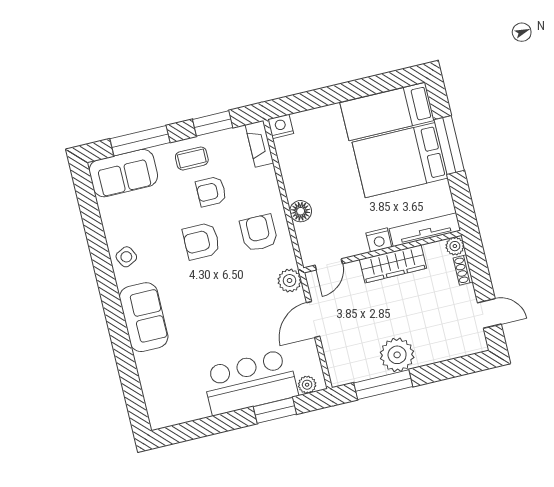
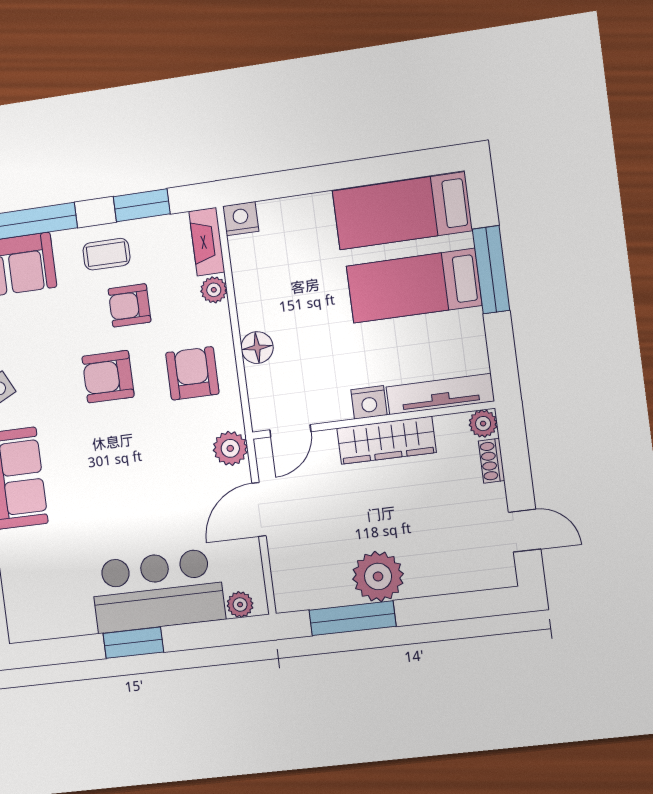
bed: (400, 160) -> (414, 286), width x0.67
plant: (267, 176) -> (214, 290), added
window: (275, 410) -> (133, 643), moved

